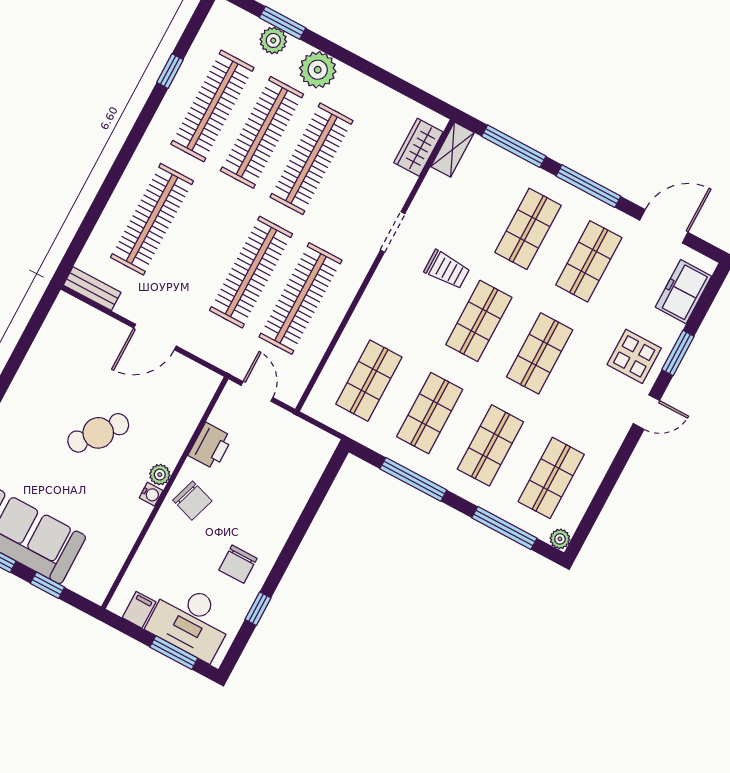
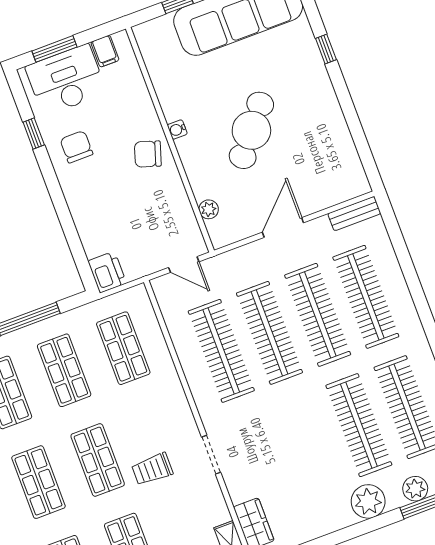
clothes rail: (311, 159) -> (318, 315), moved
cafe table: (98, 433) -> (251, 130), width x1.37, depth x1.35
printer: (210, 446) -> (107, 272), moved, turned 180
plant: (160, 475) -> (209, 209), moved

